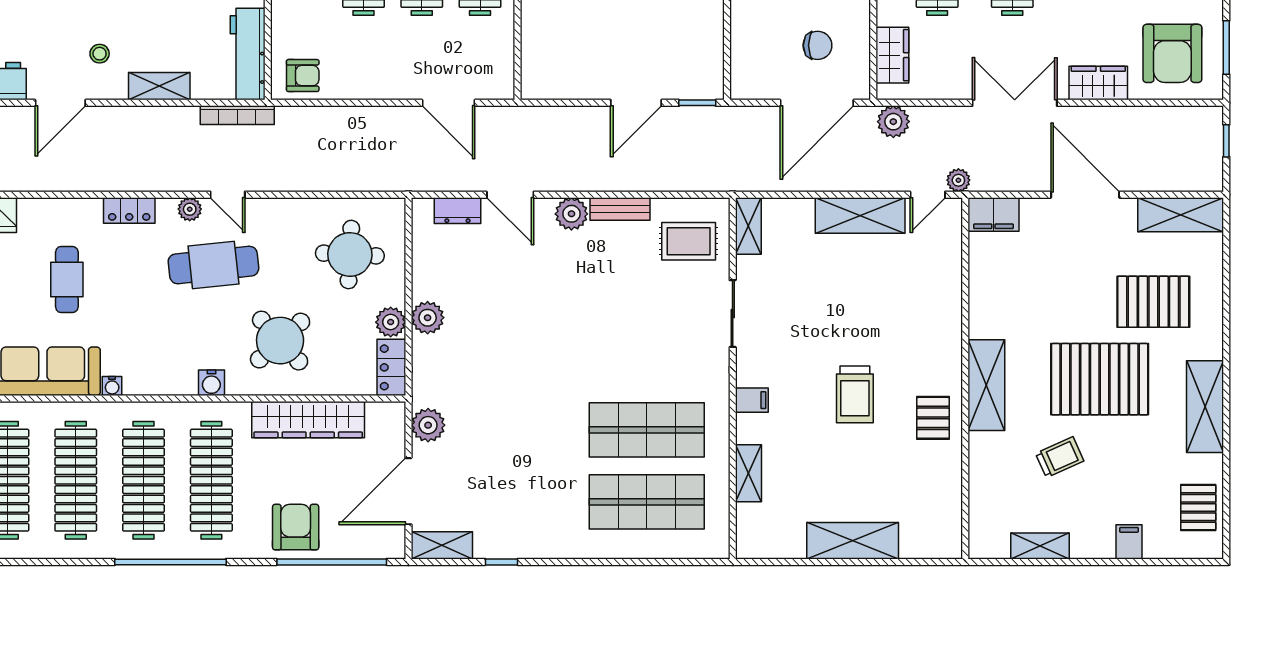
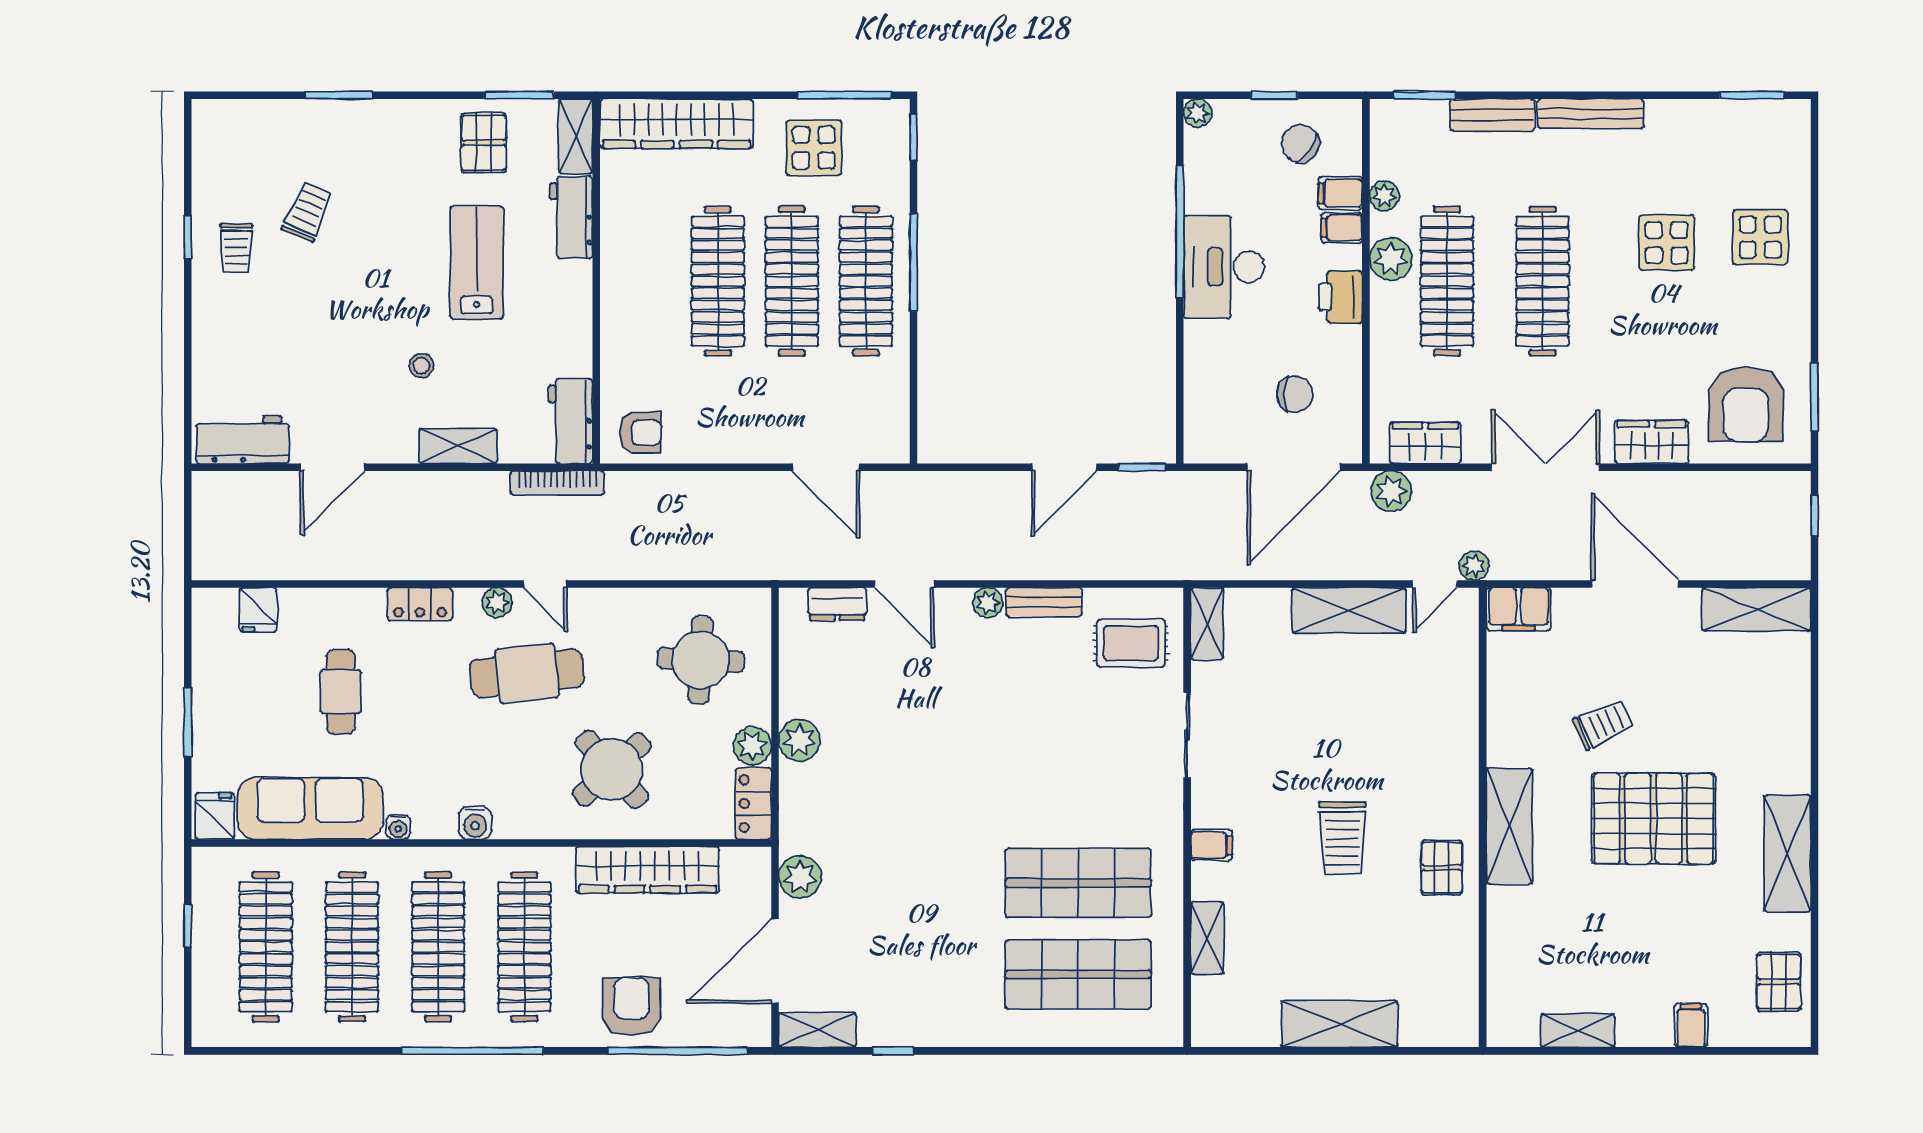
stool: (100, 54) -> (421, 366), moved
workbench: (248, 54) -> (571, 421), width x0.73
wardrobe: (892, 55) -> (1425, 443), moved, turned -90
plant: (571, 214) -> (988, 603), width x0.73, depth x0.73
pallet: (1153, 302) -> (1722, 720), removed
water cooler: (211, 383) -> (475, 823), moved
trolley: (1060, 457) -> (1603, 724), moved

